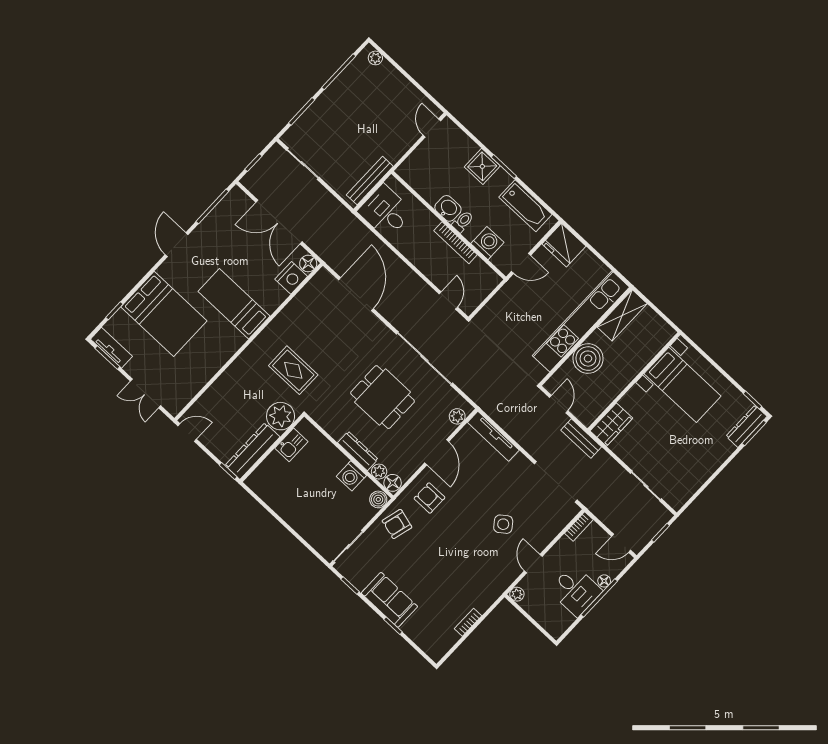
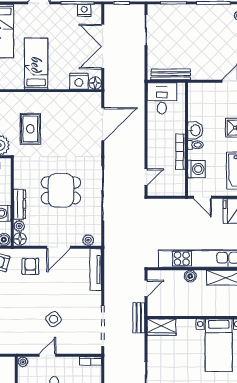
nightstand: (226, 207) -> (84, 10), added
boiler: (588, 359) -> (190, 276), width x0.54, depth x0.54
dining table: (382, 397) -> (61, 190), turned 90

